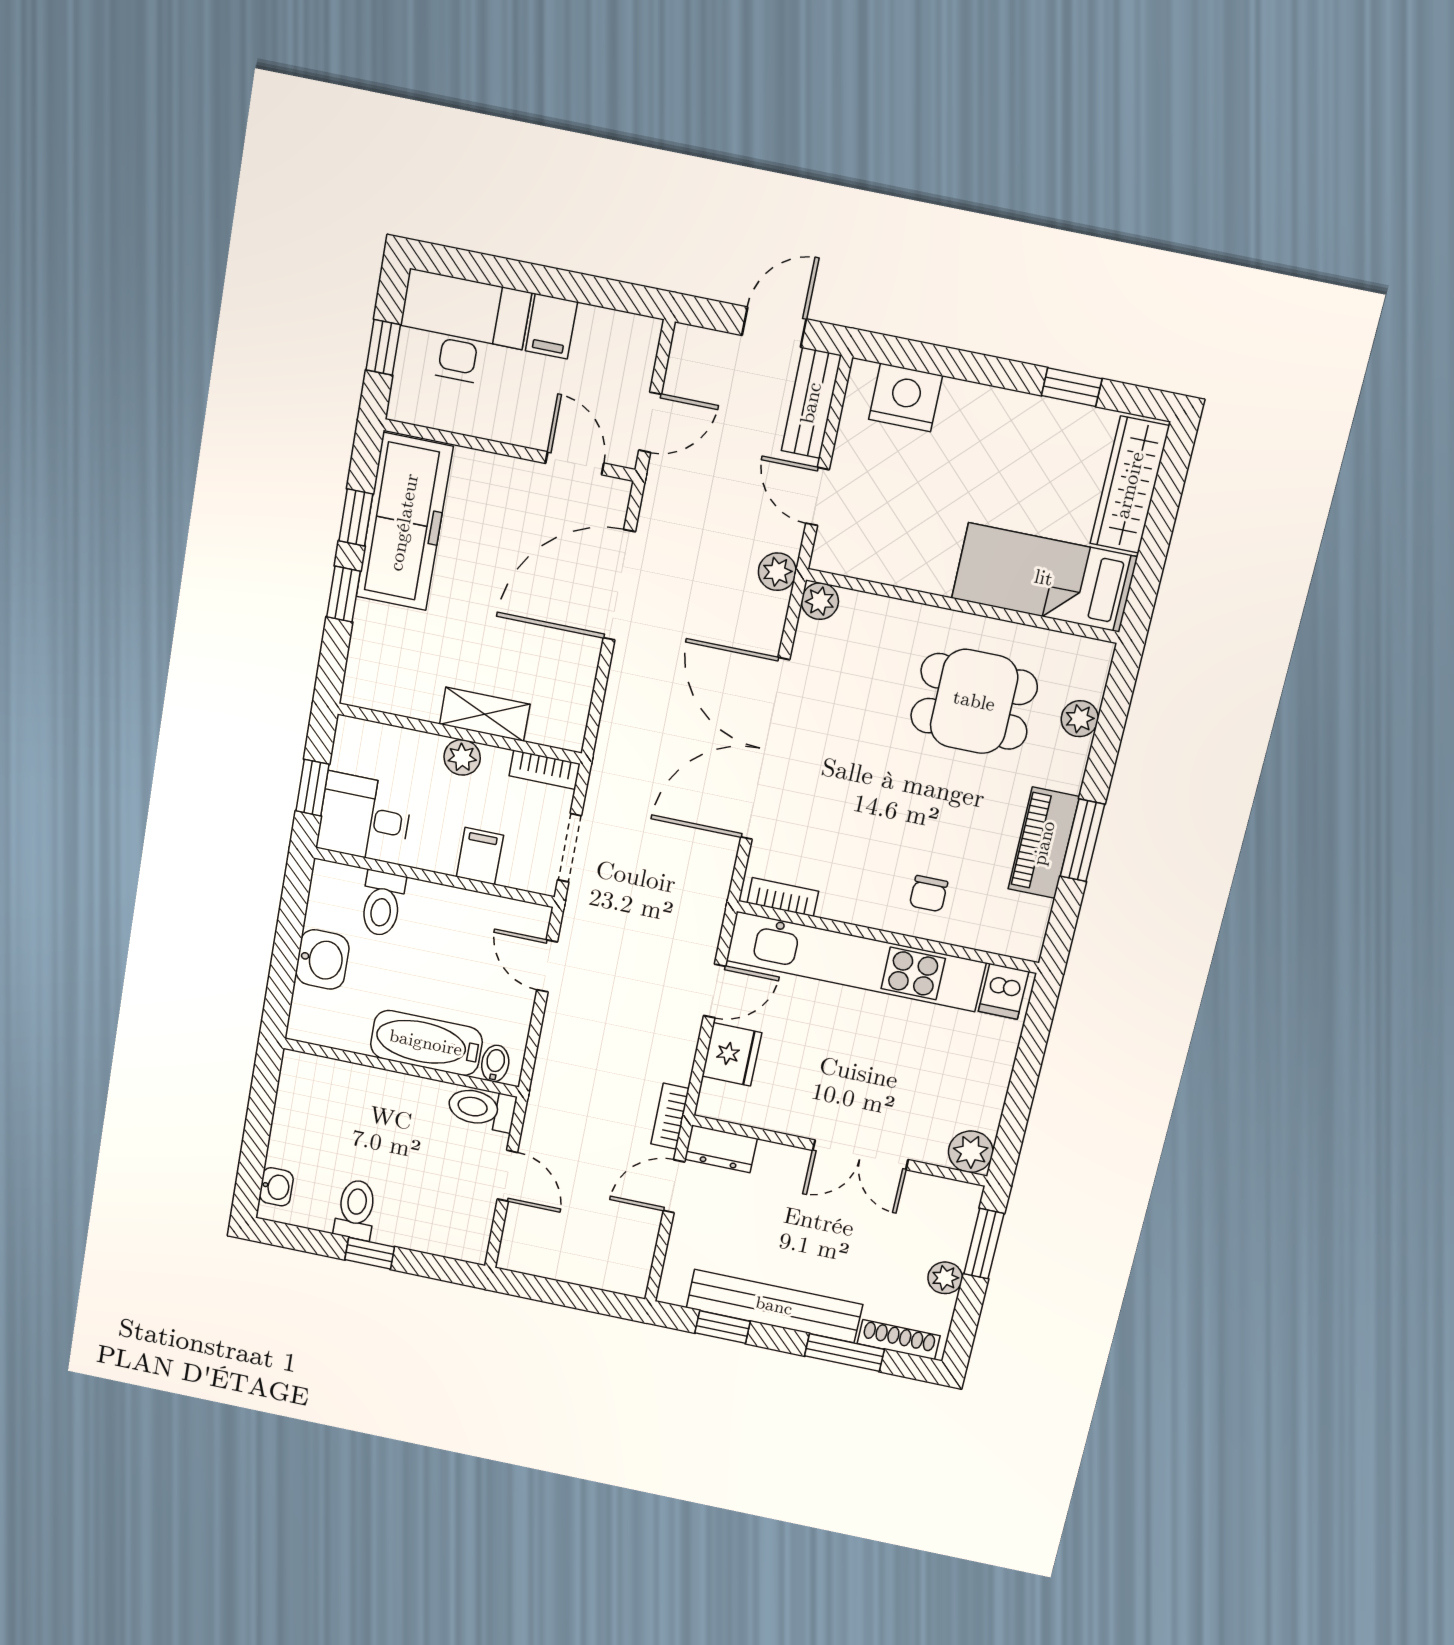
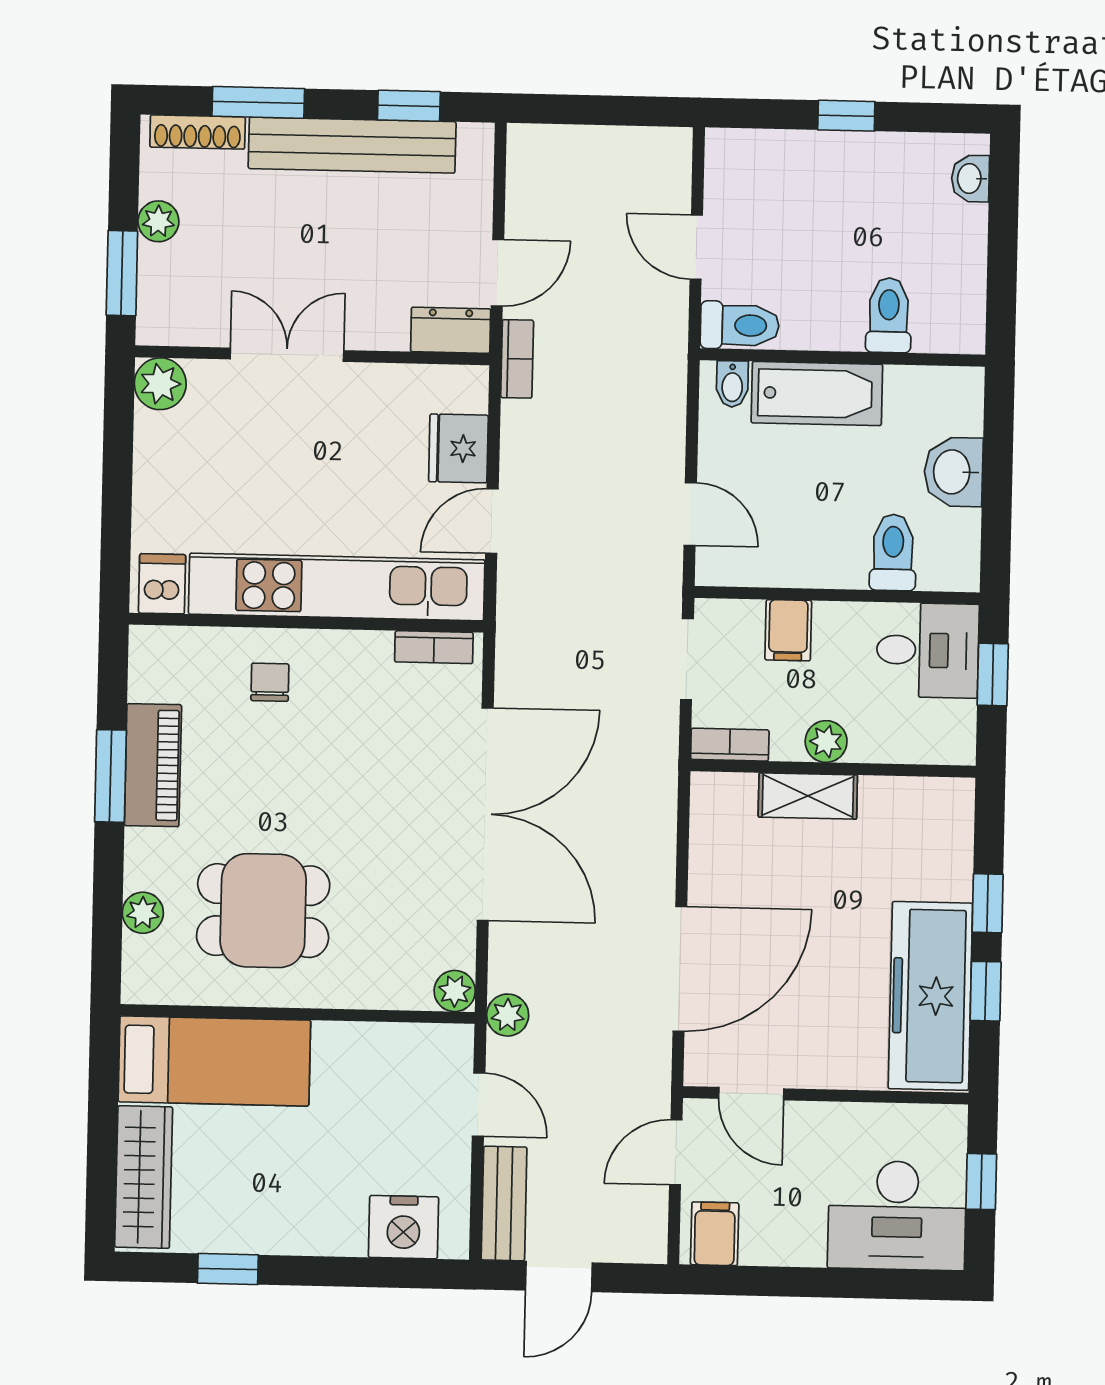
filing cabinet: (551, 326) -> (715, 1234), moved
toilet: (356, 1210) -> (889, 315), moved, turned 180

